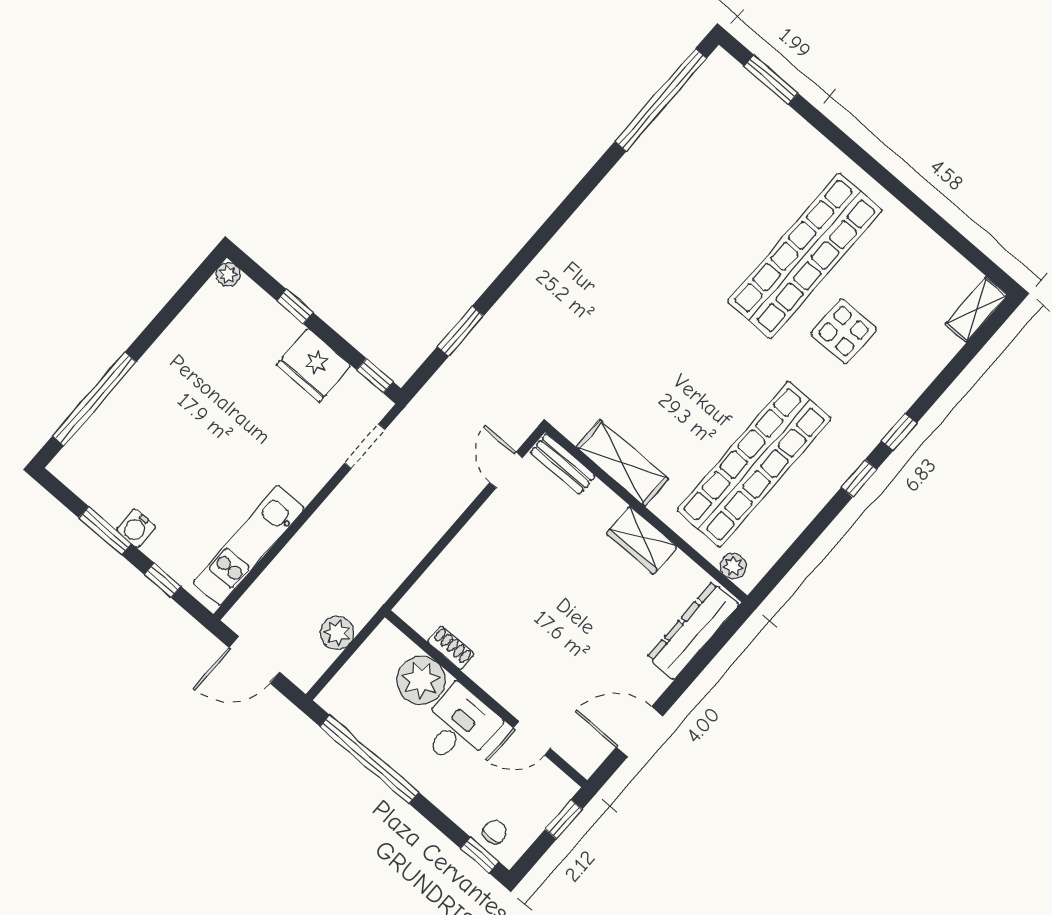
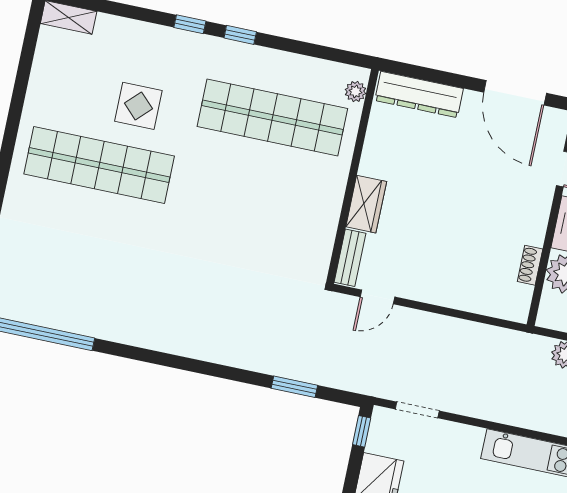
shelving: (622, 463) -> (325, 214), removed
wardrobe: (642, 540) -> (366, 204), moved
door: (639, 732) -> (515, 93), width x1.36

